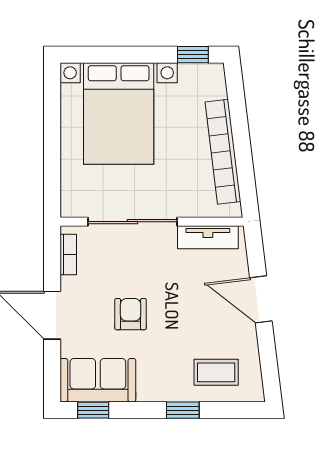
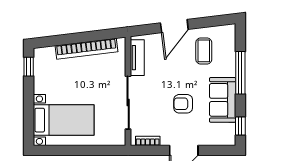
bed with nightstands: (119, 113) -> (64, 120), width x0.73
coffee table: (216, 372) -> (204, 51), moved
sofa: (98, 380) -> (223, 100), moved
window: (183, 410) -> (240, 73), width x2.17

